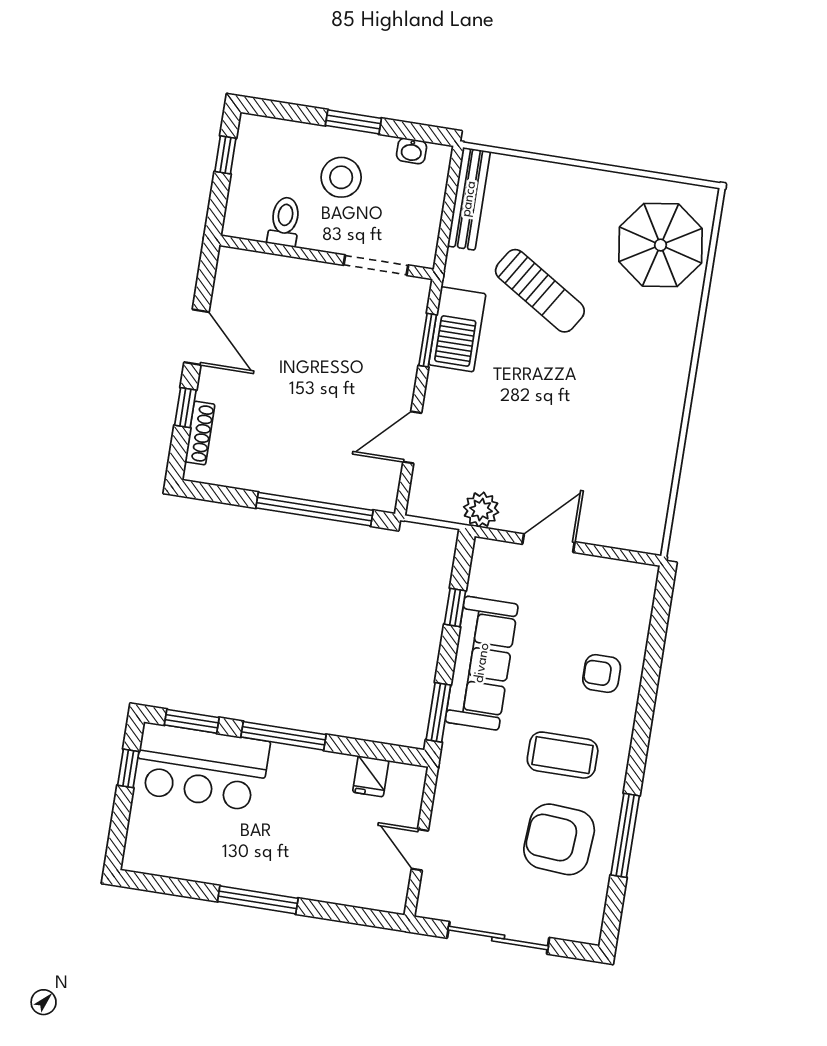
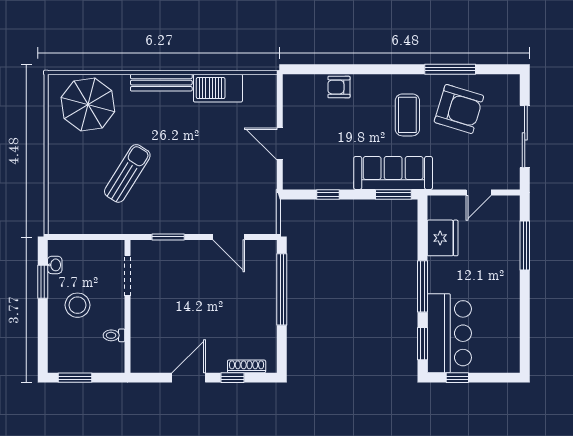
window: (353, 122) -> (43, 282), moved
window: (225, 155) -> (75, 378), width x1.50
bench: (469, 199) -> (161, 83), moved
toilet: (284, 222) -> (114, 335), width x0.73, depth x0.72
barbecue: (457, 329) -> (218, 88), moved, turned 180
plant: (481, 510) -> (266, 188), removed
sofa: (482, 663) -> (393, 173), moved
armchair: (602, 673) -> (339, 87), moved, turned 90
fridge: (371, 776) -> (443, 238), width x1.88, depth x1.34
armchair: (559, 839) -> (459, 109), turned -77
window: (258, 900) -> (525, 246), moved

